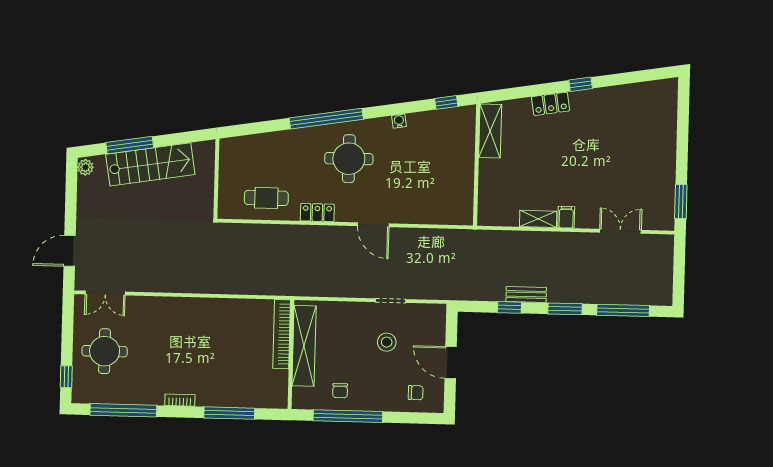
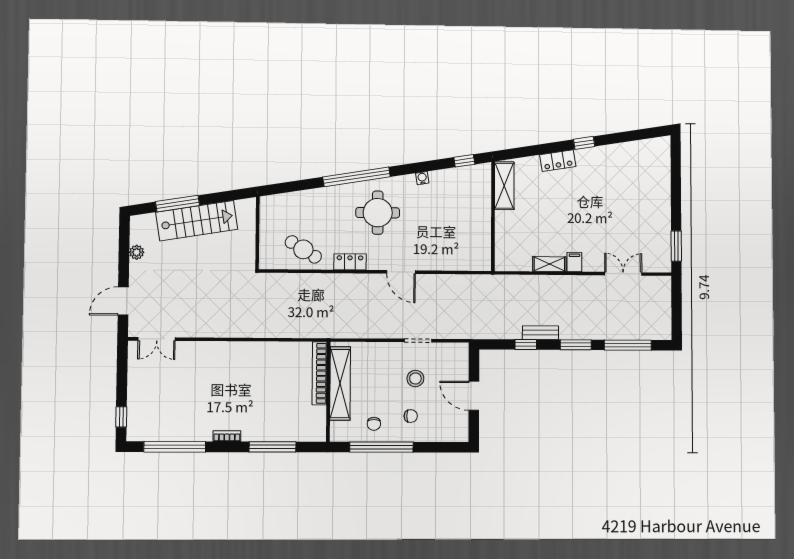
plant: (85, 167) -> (137, 252), moved
cafe table: (266, 198) -> (303, 249), turned 32
round table: (105, 351) -> (157, 393), removed
chair: (416, 393) -> (411, 416), moved

